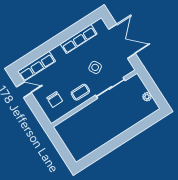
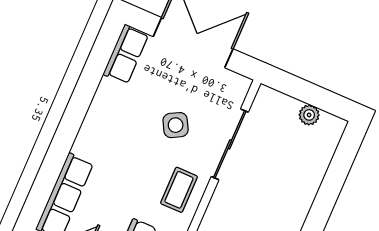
row of seats: (79, 39) -> (126, 54), moved, width x0.68

